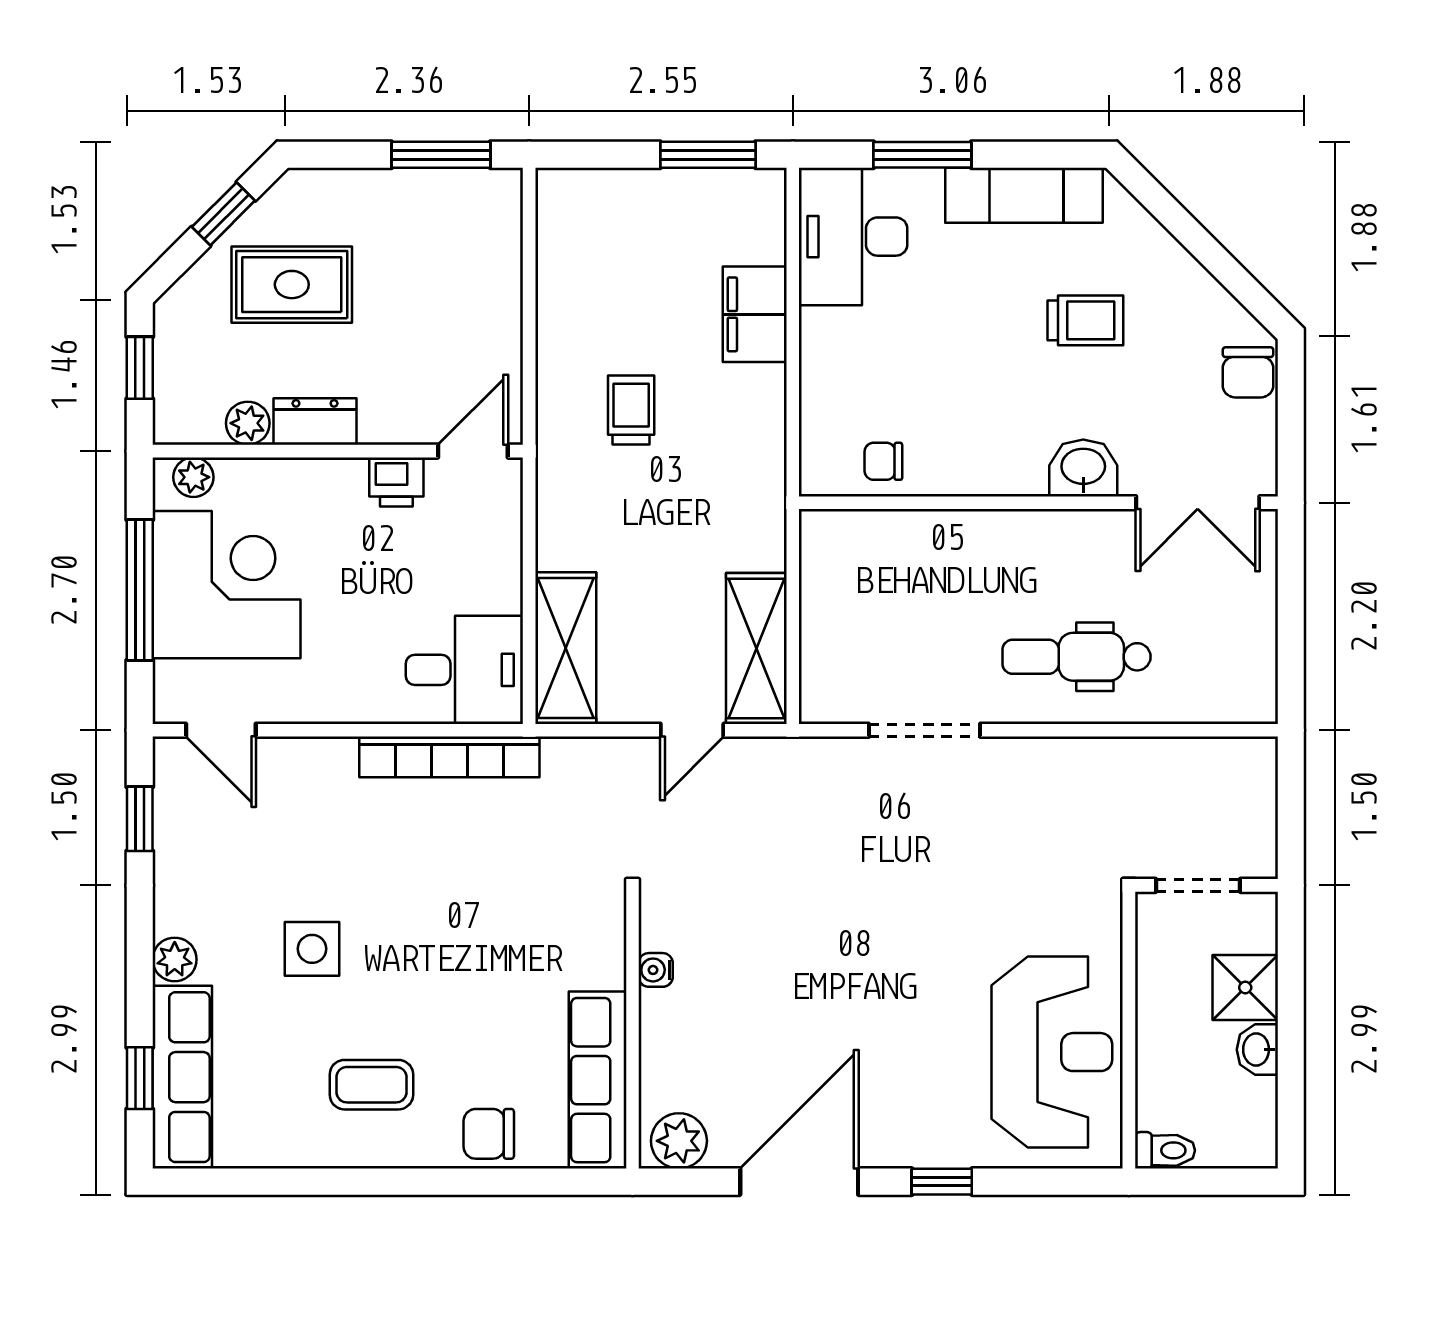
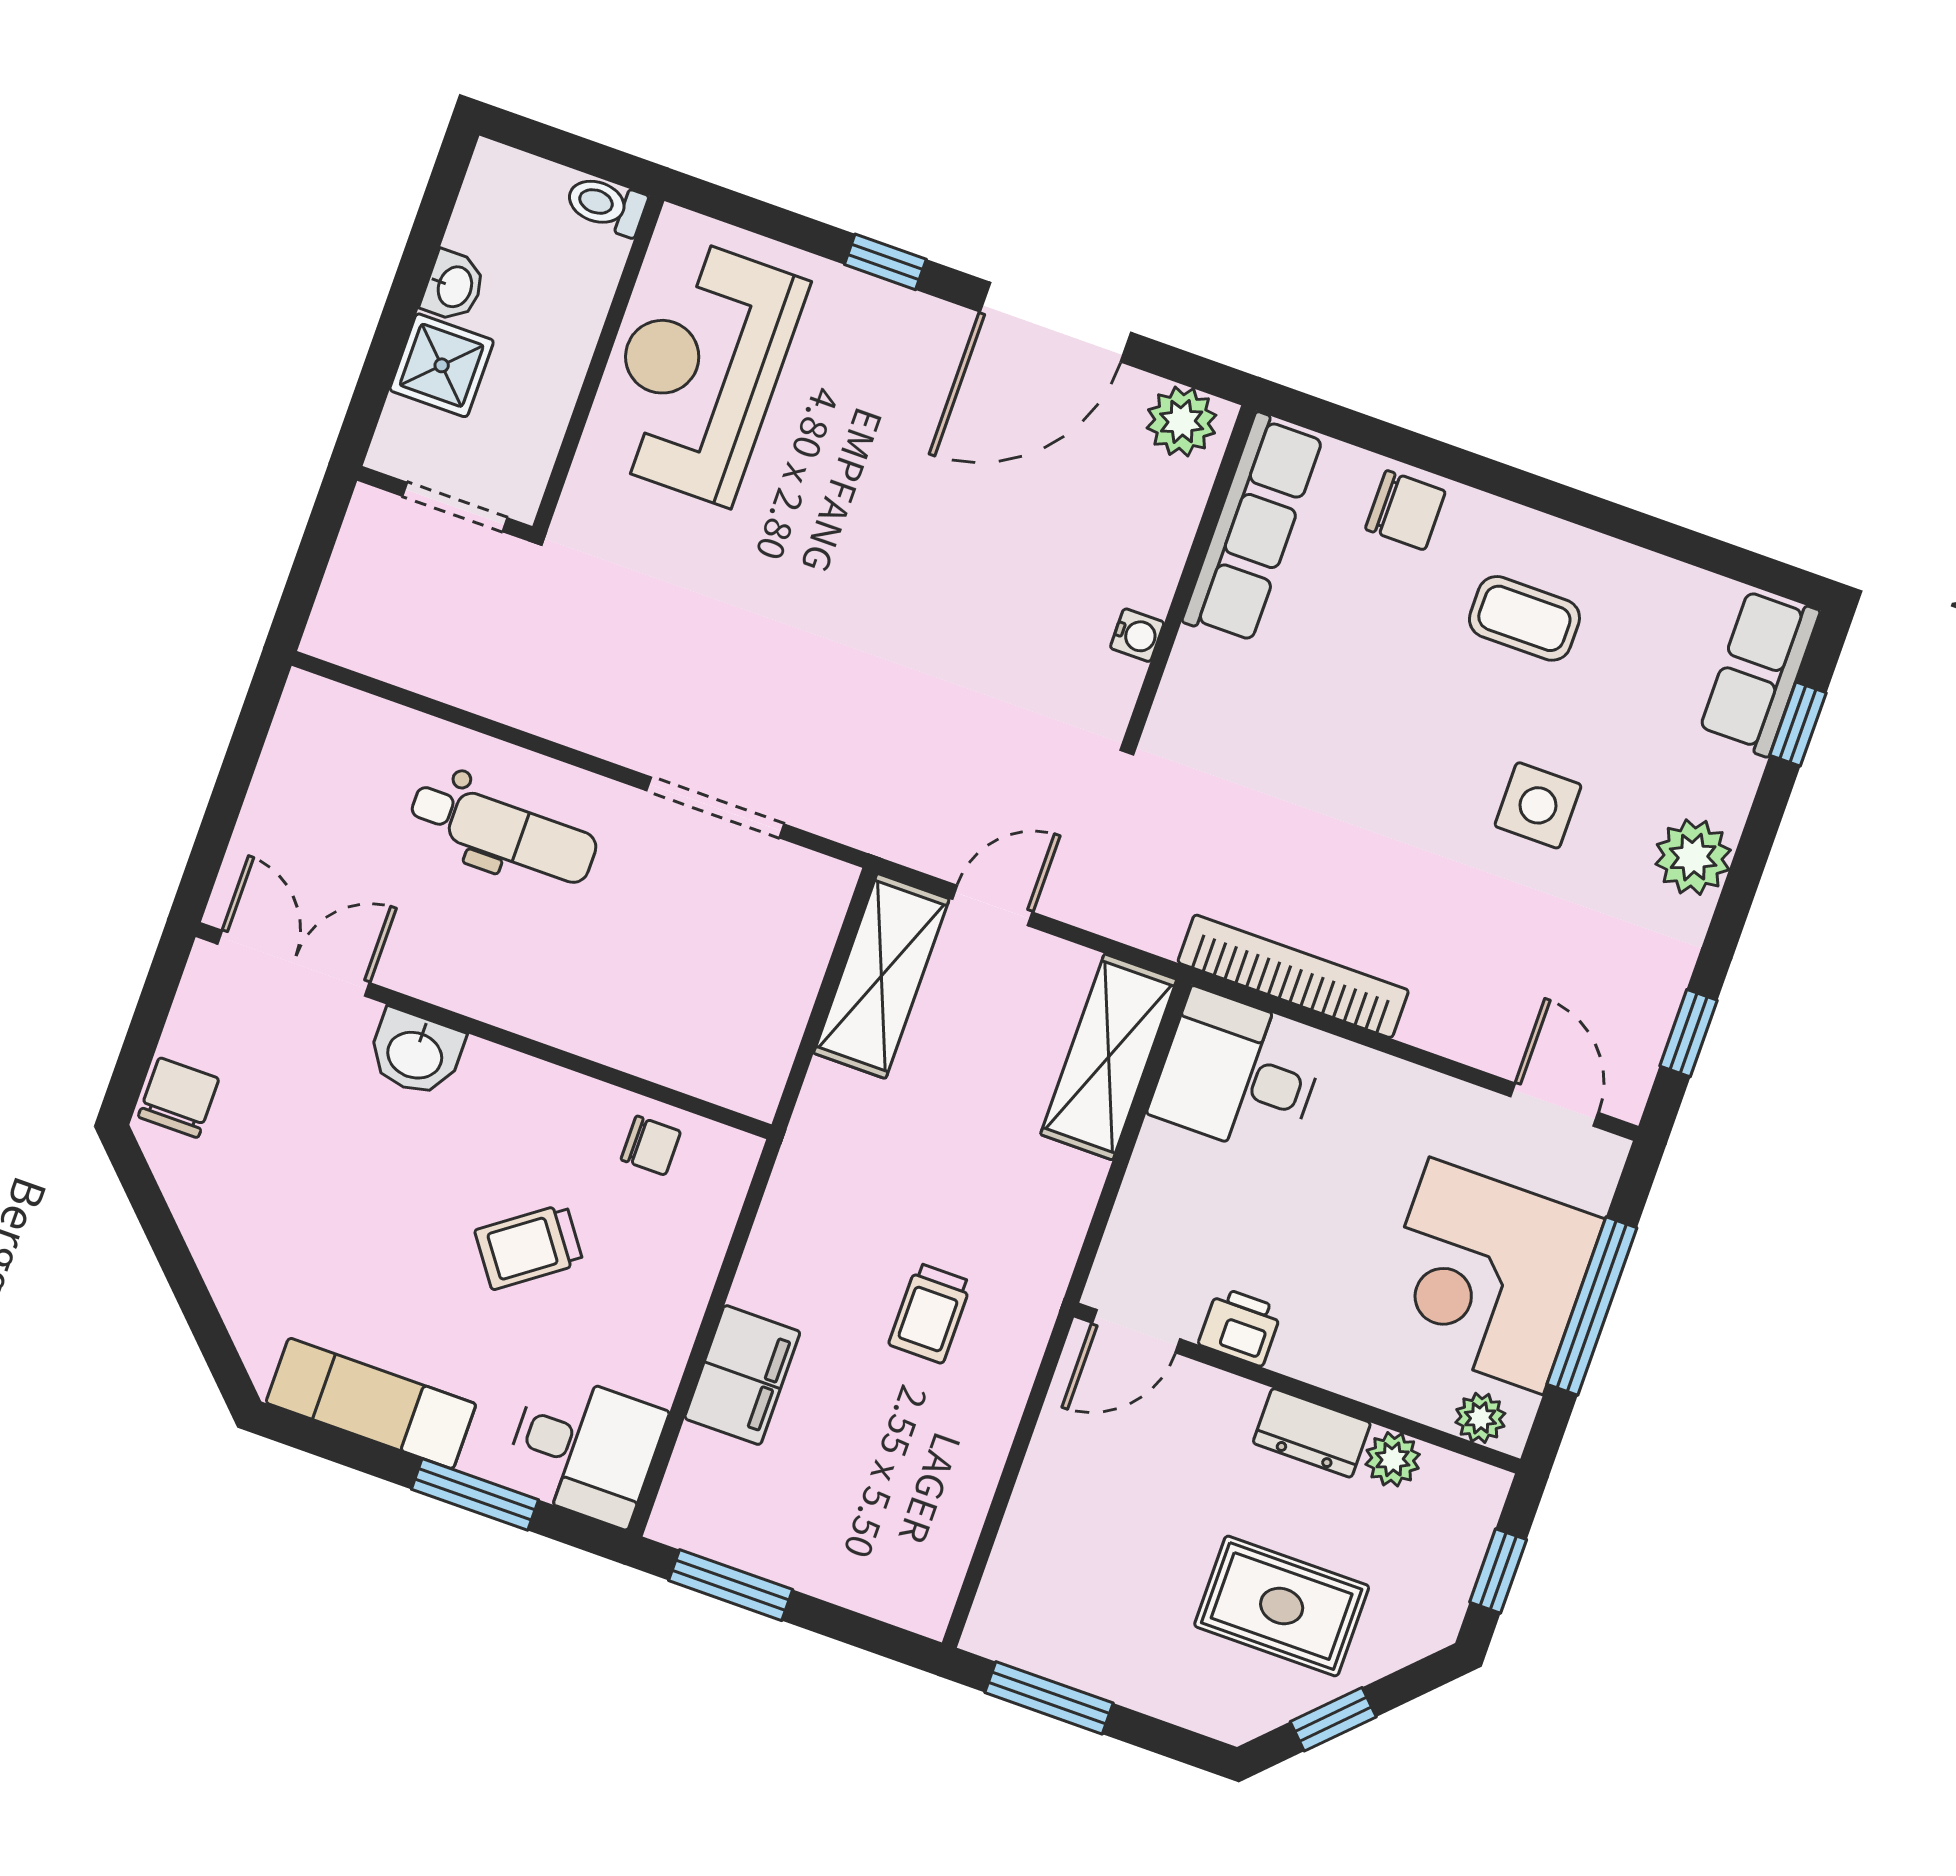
desk: (853, 237) -> (584, 1448), width x0.73
trolley: (1085, 320) -> (529, 1247), moved, turned -36
plant: (175, 959) -> (1693, 857), width x1.38, depth x1.38
row of seats: (182, 1077) -> (1759, 672), width x0.68

